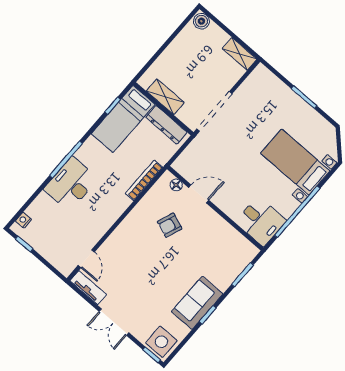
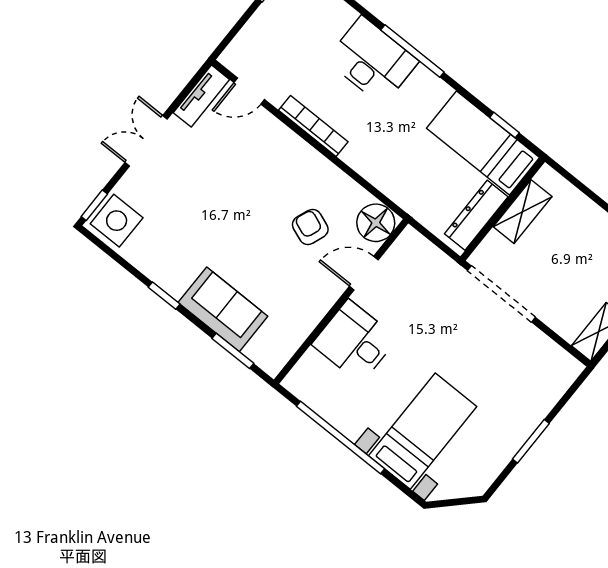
bookcase: (144, 180) -> (313, 126), moved
floor lamp: (176, 185) -> (376, 223), width x1.89, depth x1.89
door: (199, 194) -> (364, 273), swing flipped
desk: (261, 221) -> (355, 341), moved, turned 90
sofa: (197, 303) -> (223, 309), moved

